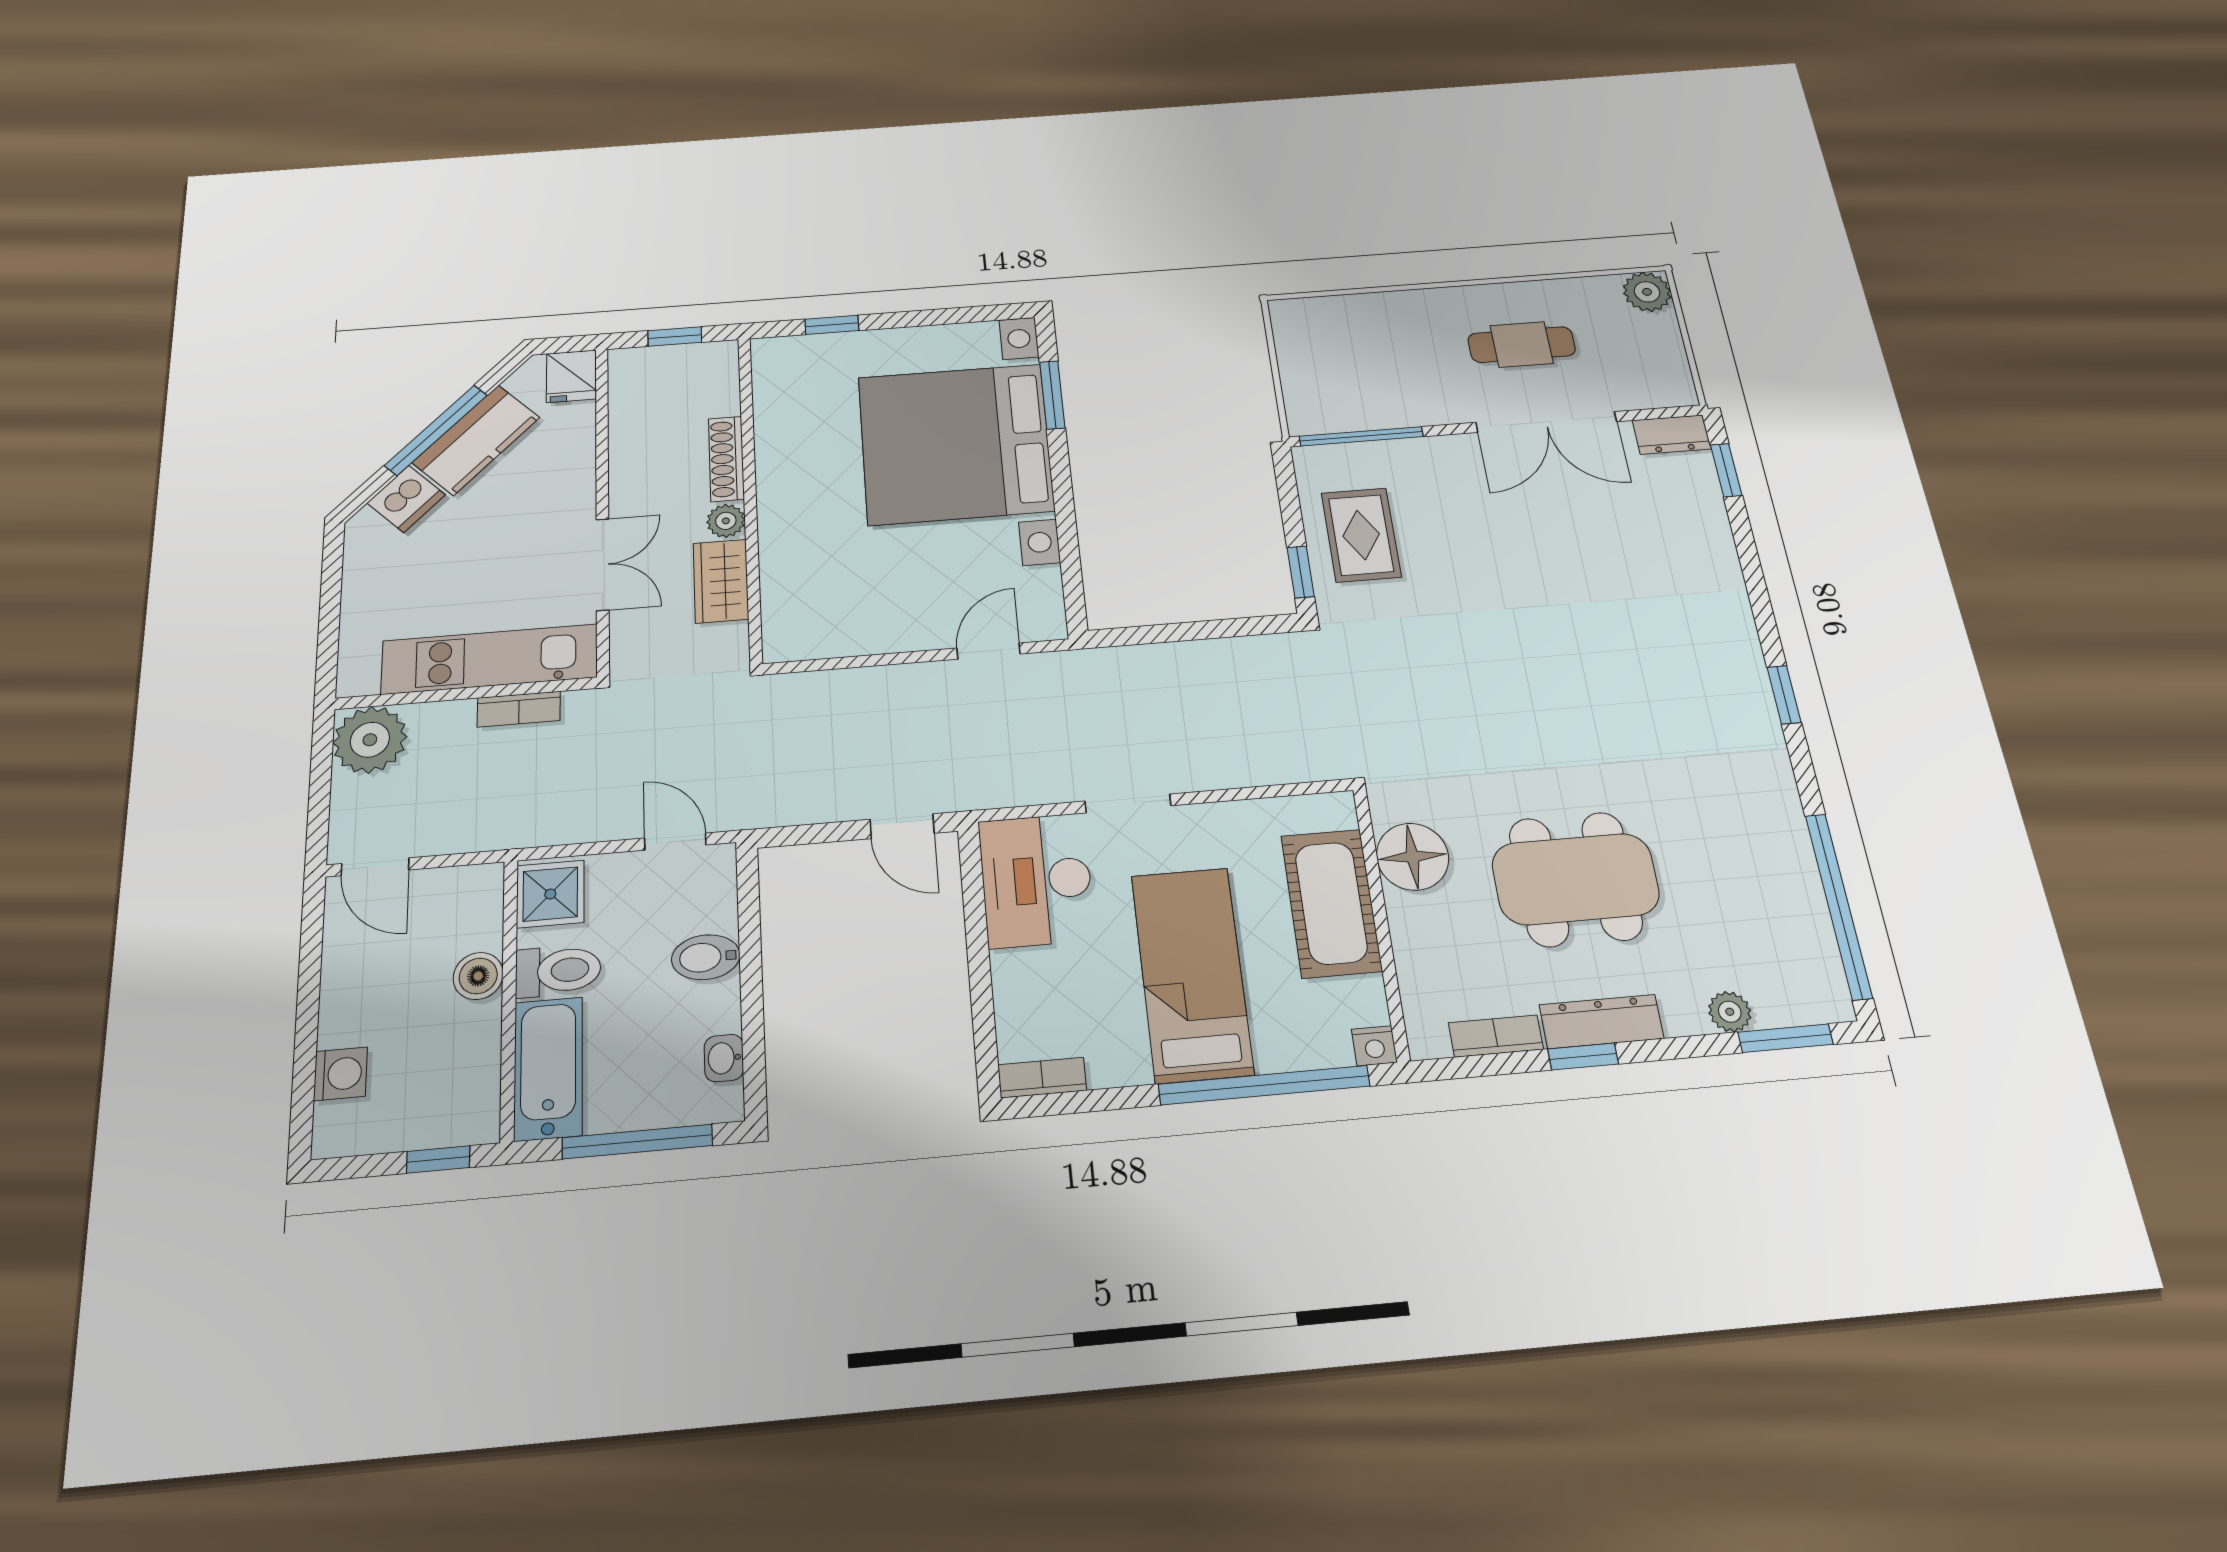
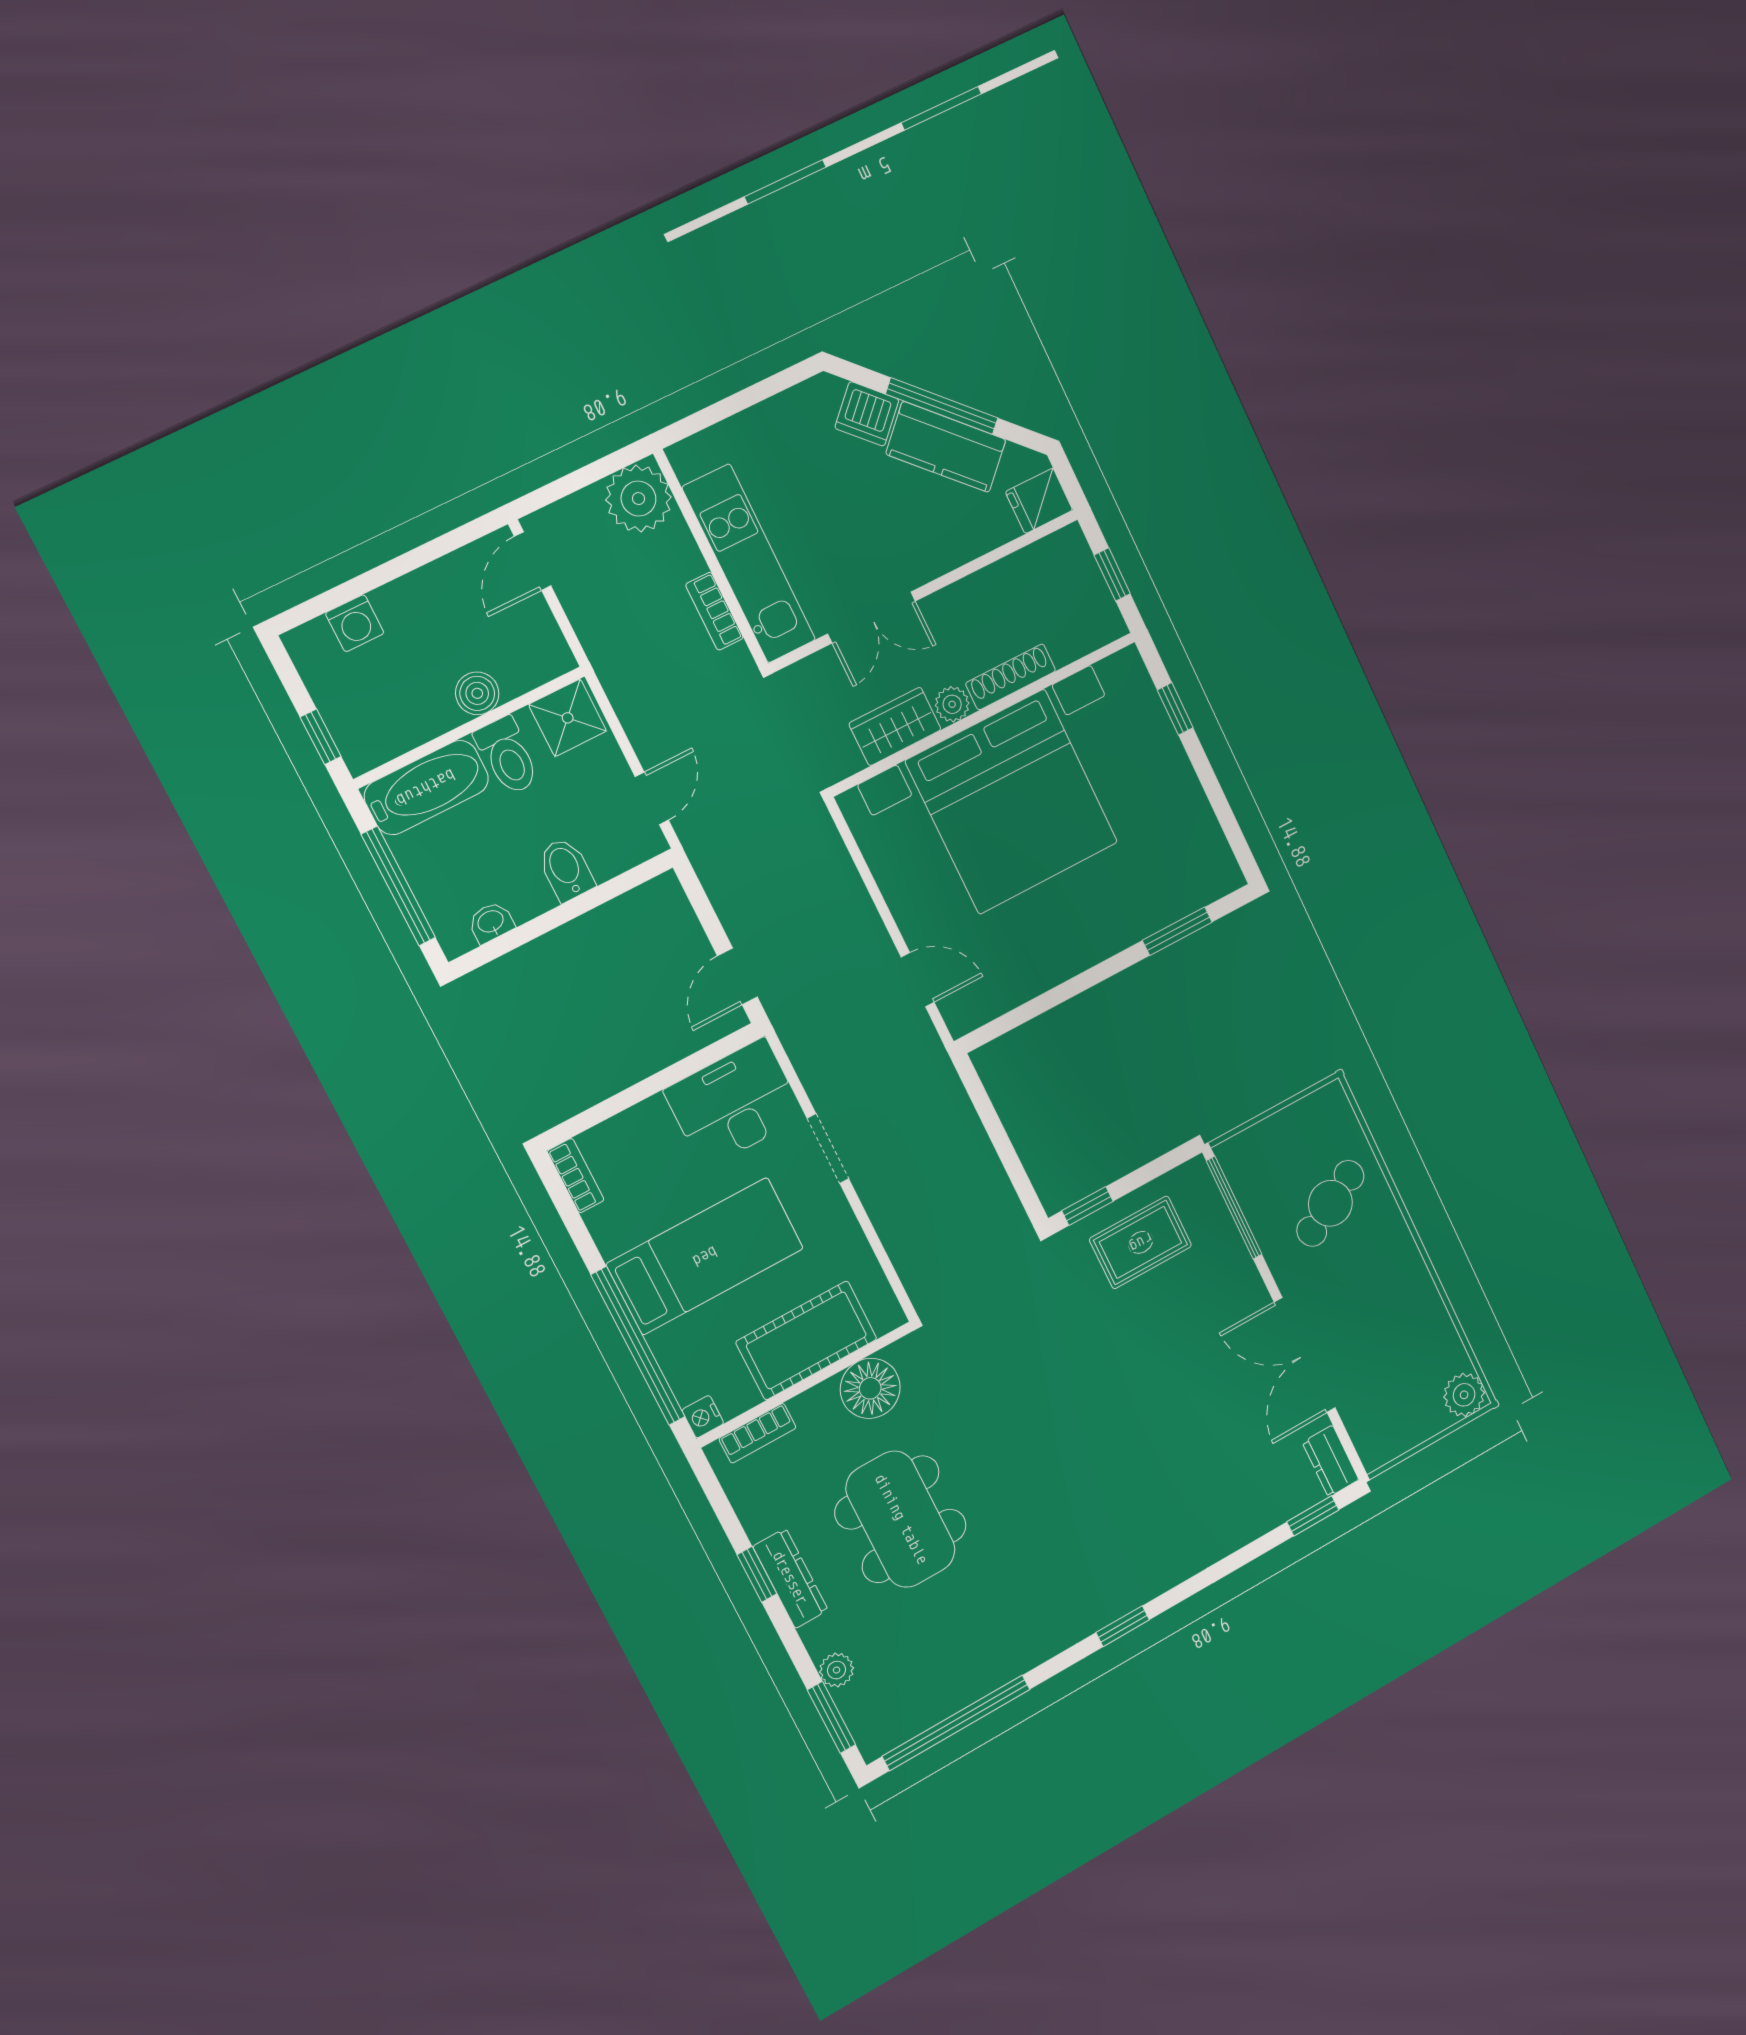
cafe table: (1522, 345) -> (1330, 1203), moved, turned 62
bed with nightstands: (955, 444) -> (1012, 802), moved, turned 180
bookcase: (1496, 1036) -> (758, 1433), moved, turned 90

